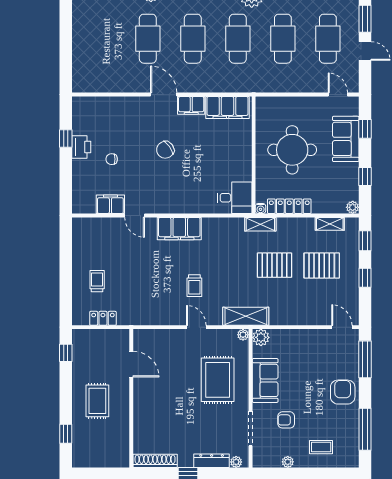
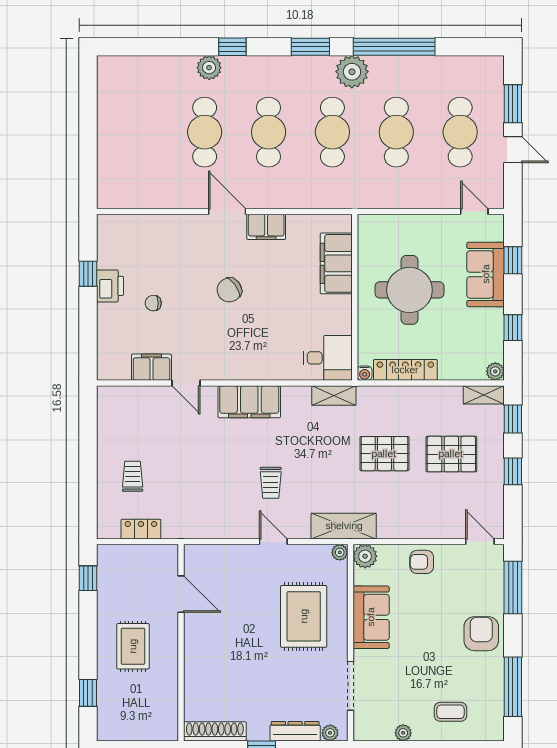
filing cabinet: (228, 108) -> (336, 263), moved, turned 90
shelving: (260, 224) -> (334, 396), moved
shelving: (330, 224) -> (484, 395), moved
armchair: (286, 420) -> (422, 562), moved

